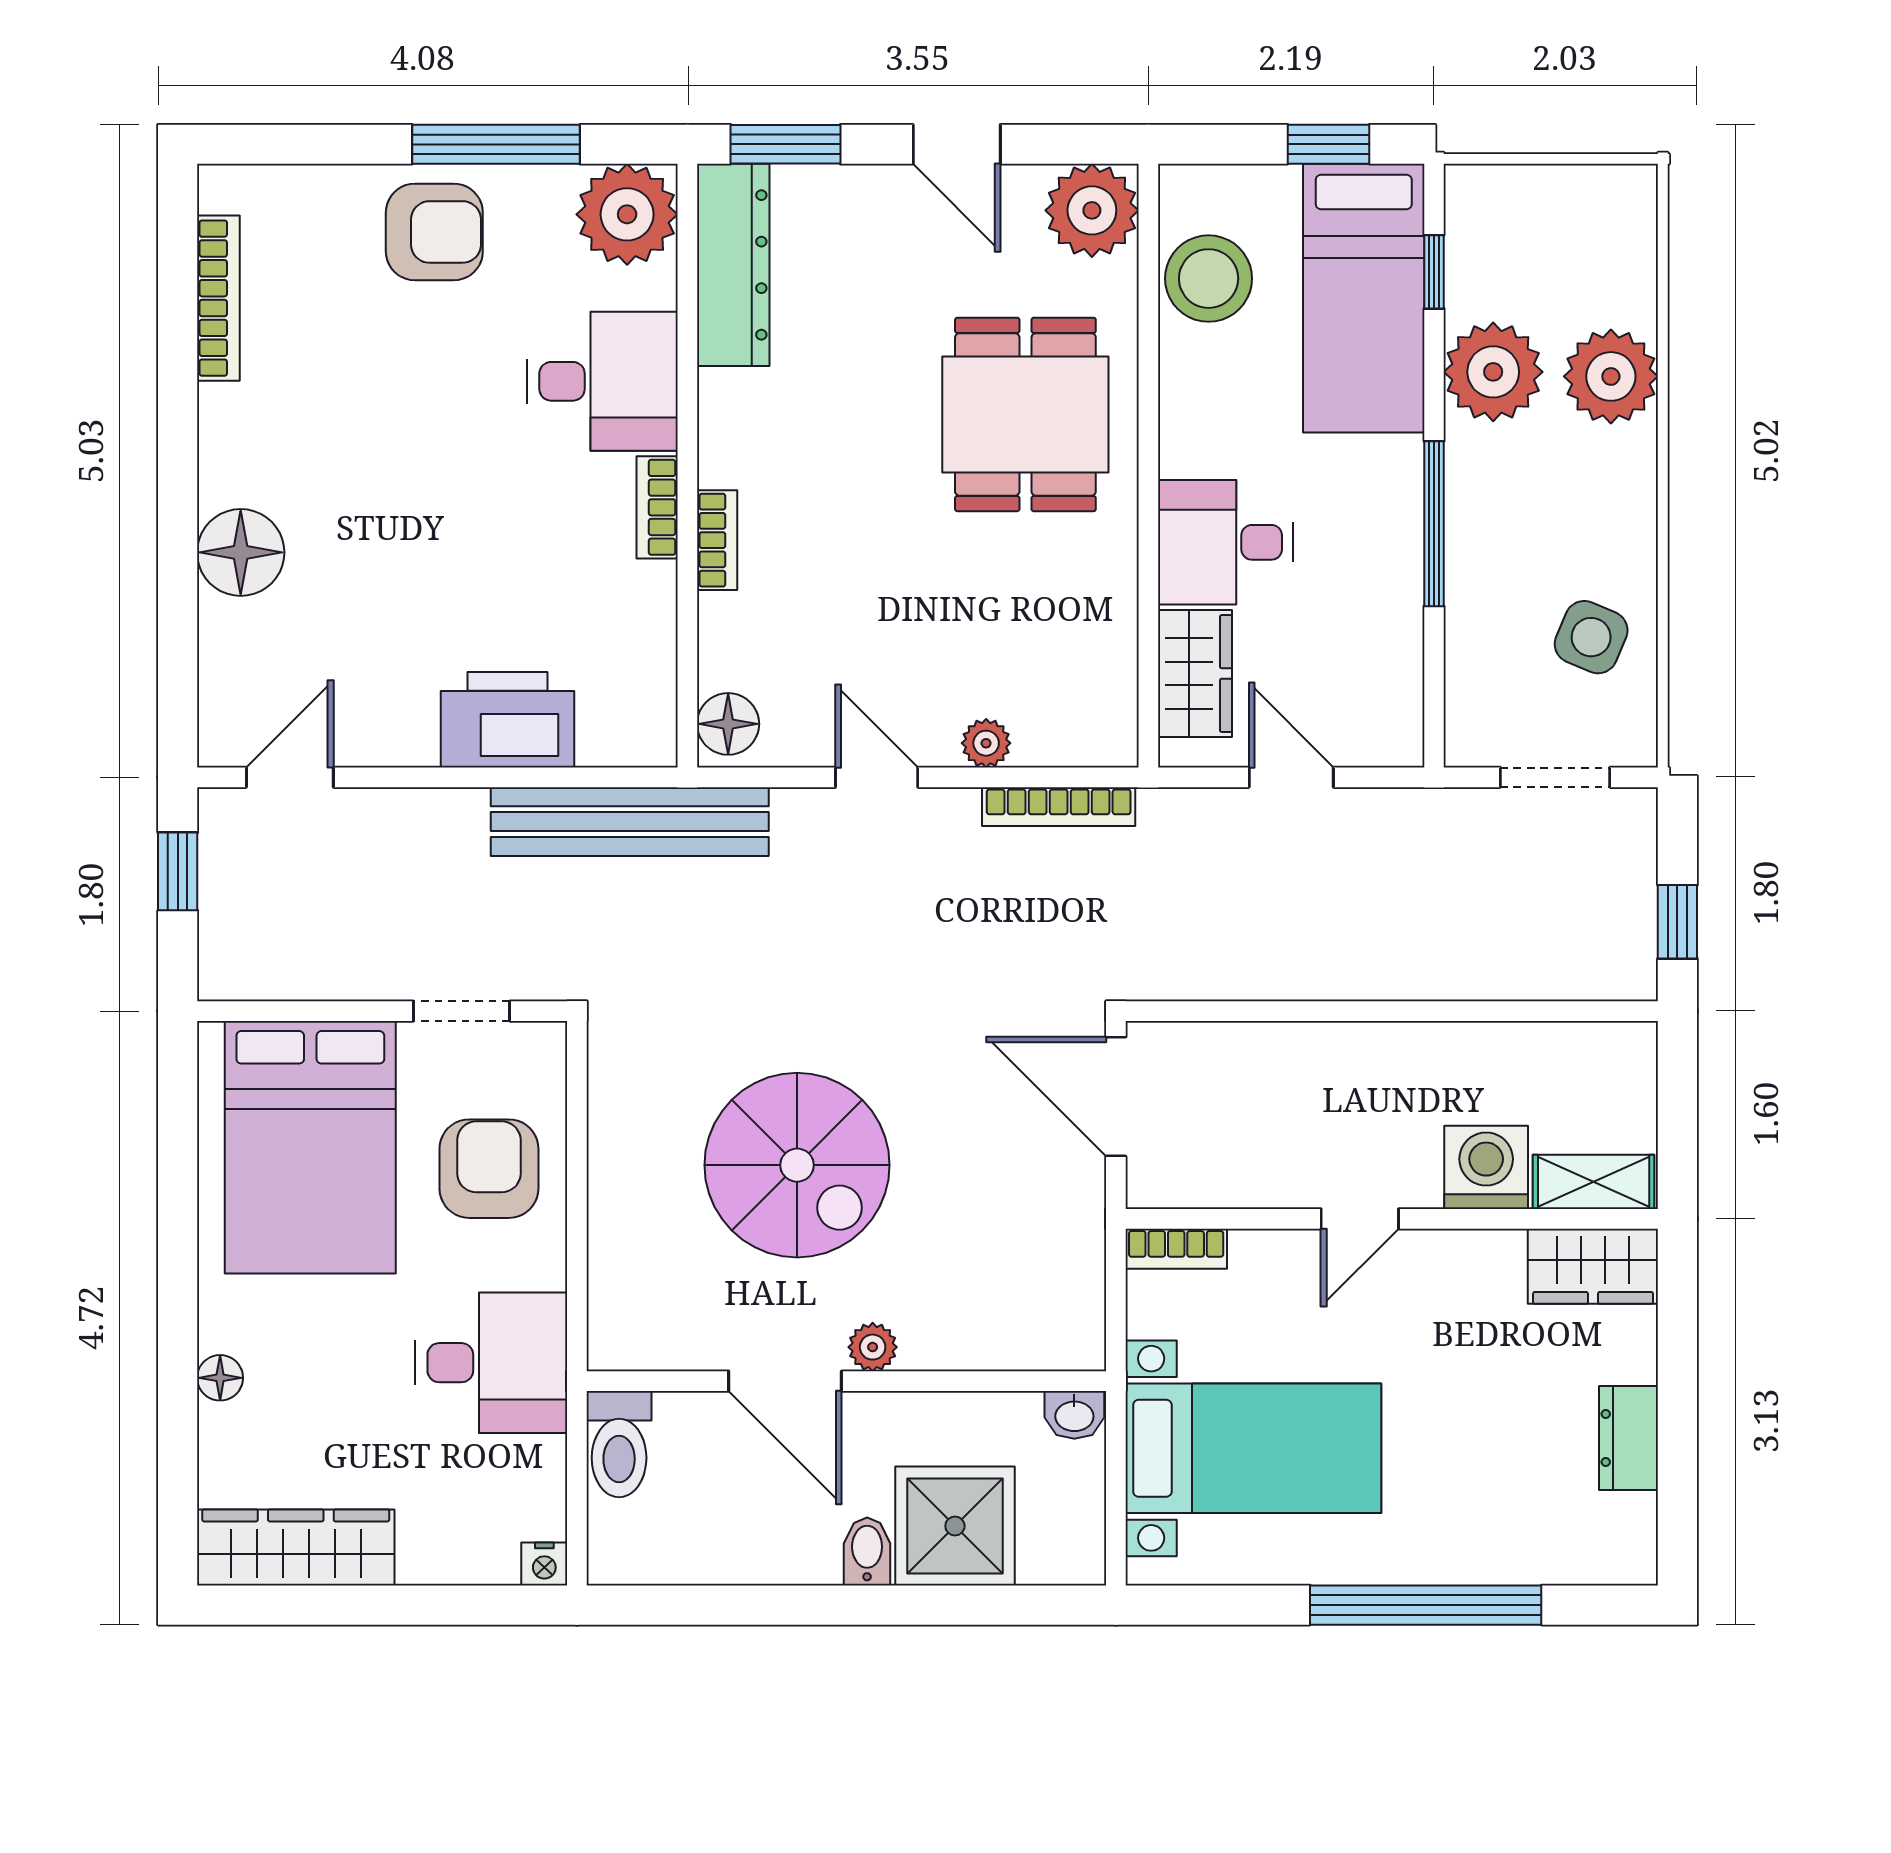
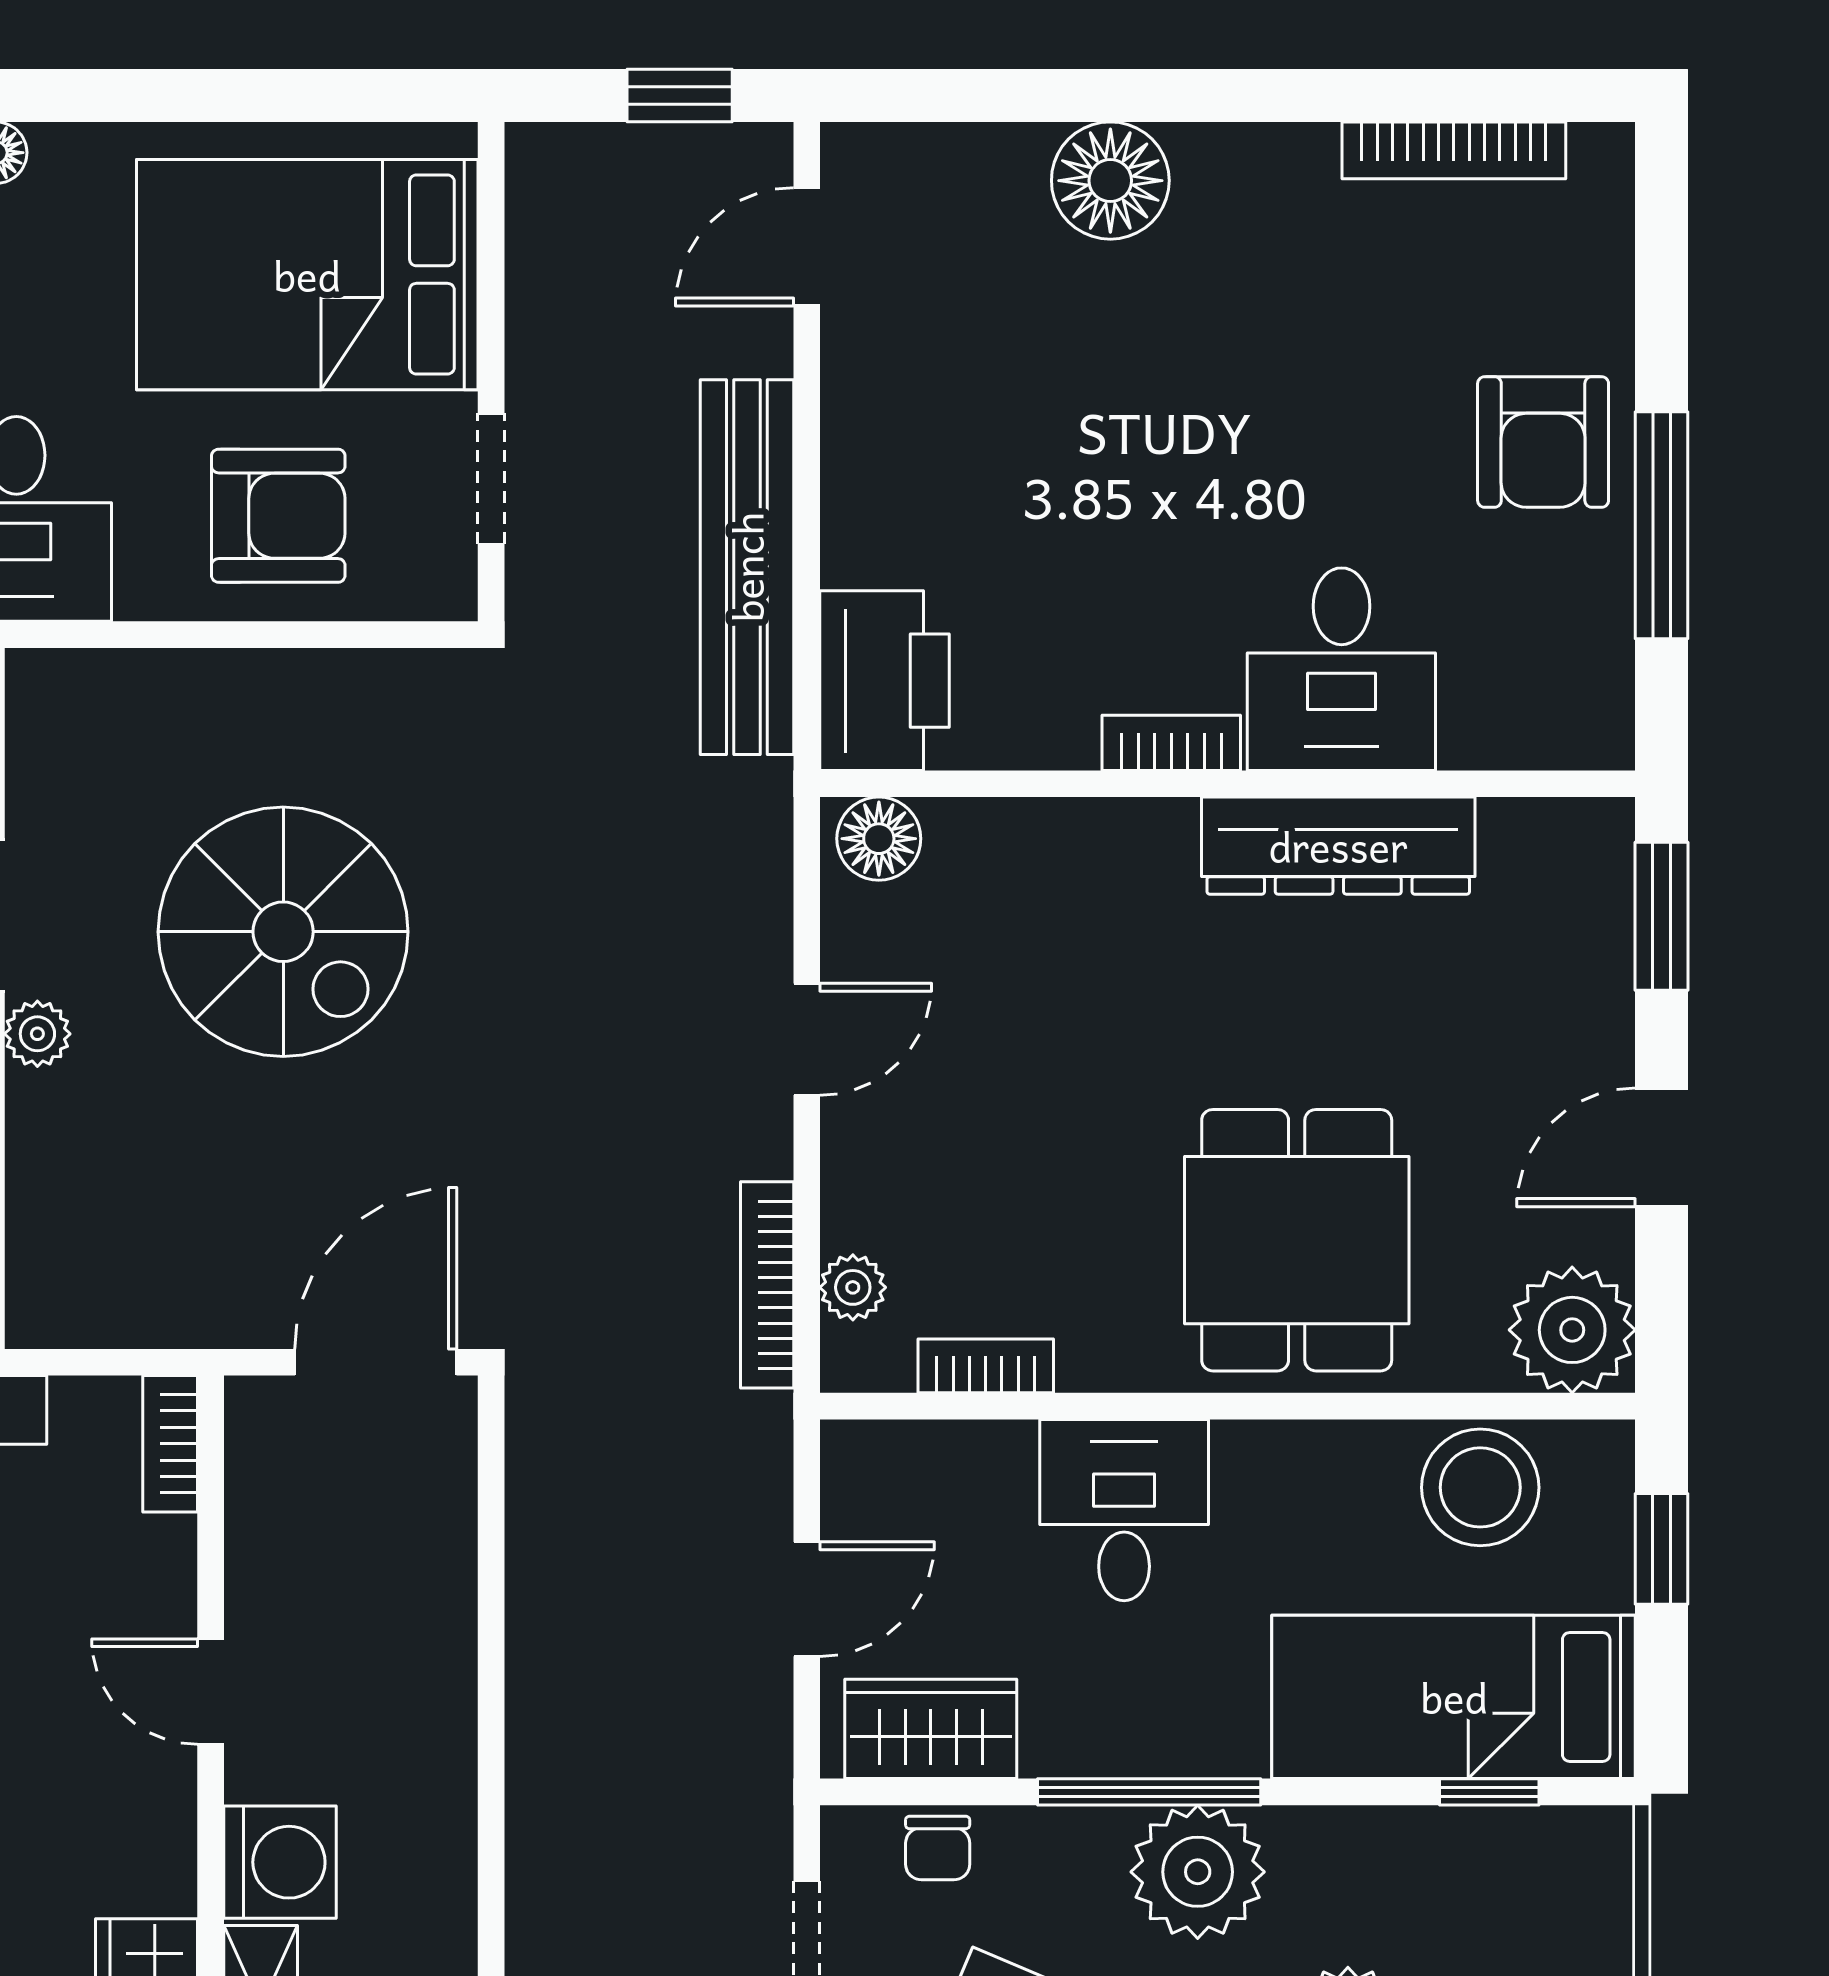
window: (1328, 144) -> (1662, 1549), moved
plant: (627, 214) -> (1567, 702), removed
dresser: (733, 265) -> (1338, 846), moved
plant: (1493, 372) -> (1198, 1872), moved
dining table: (1025, 414) -> (1297, 1240), turned 90
bookcase: (717, 540) -> (986, 1366), moved, turned 180
wardrobe: (1195, 674) -> (931, 1729), moved, turned 180
chair: (1476, 680) -> (938, 1848), added
printer: (507, 720) -> (885, 681), moved
plant: (986, 743) -> (853, 1287), moved
door: (290, 777) -> (807, 247), swing flipped
bench: (630, 822) -> (747, 567), moved
spiral stairs: (797, 1165) -> (283, 932), turned -90

